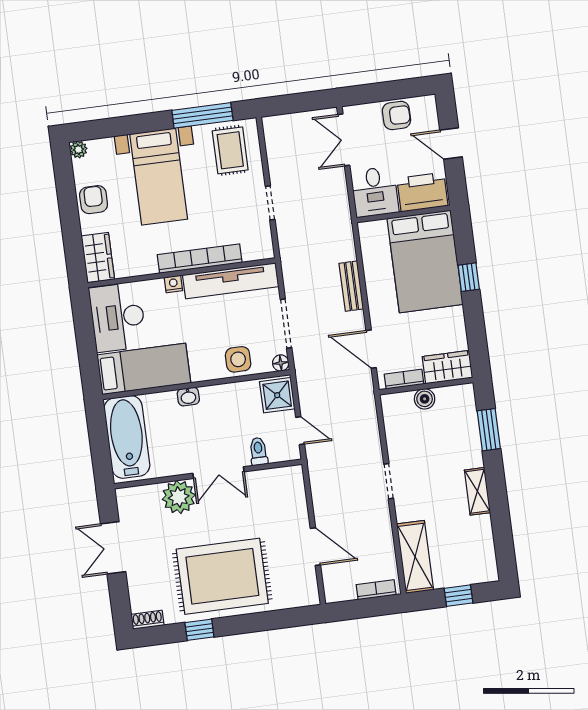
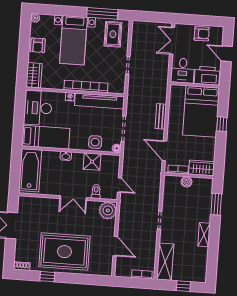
armchair: (94, 200) -> (38, 45), turned 180
shower: (277, 395) -> (92, 162), moved
plant: (179, 497) -> (108, 210), moved

